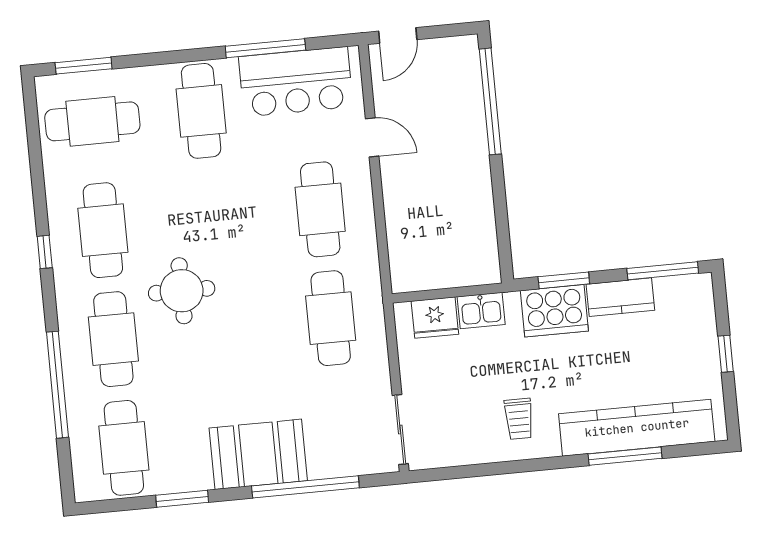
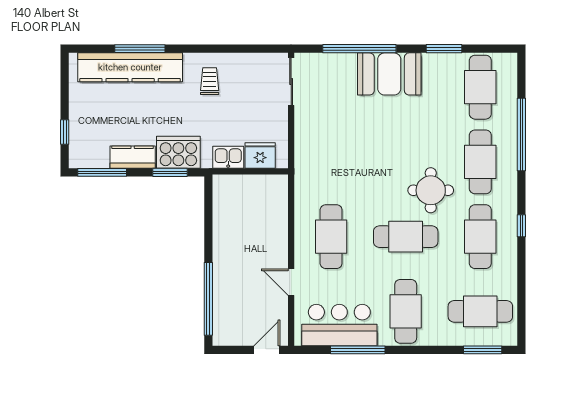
cafe table: (331, 318) -> (406, 237), moved, turned 90
window: (726, 354) -> (65, 132), moved

